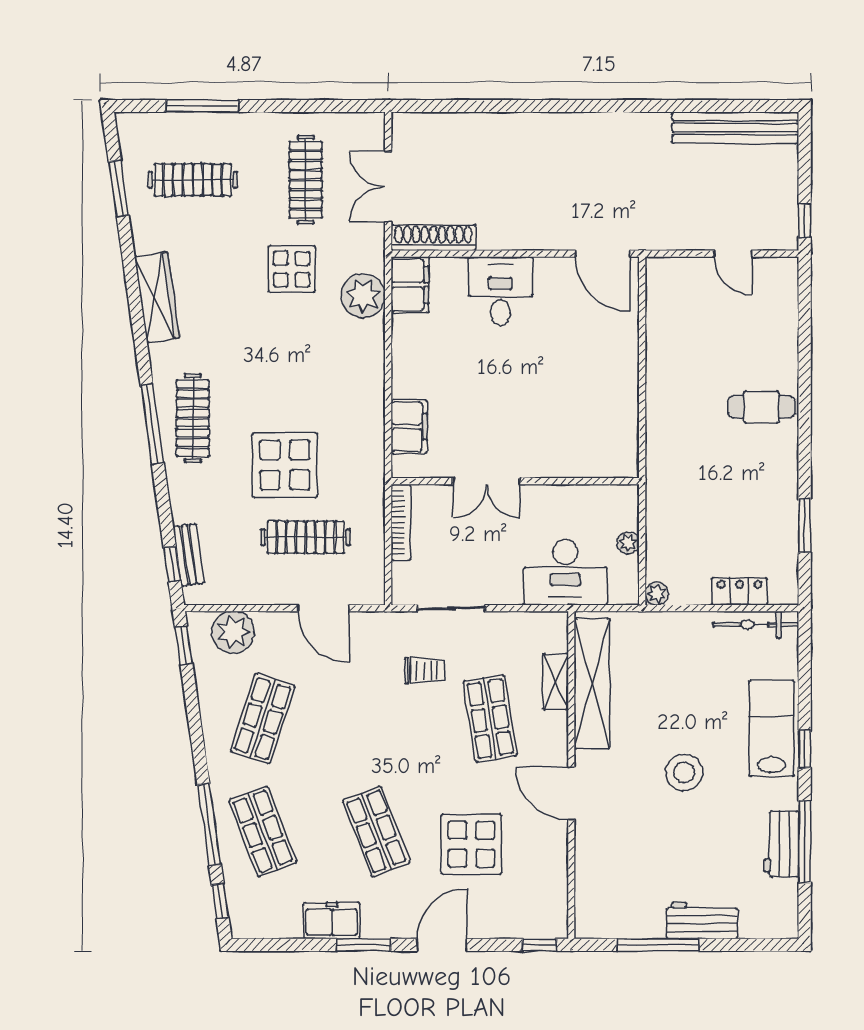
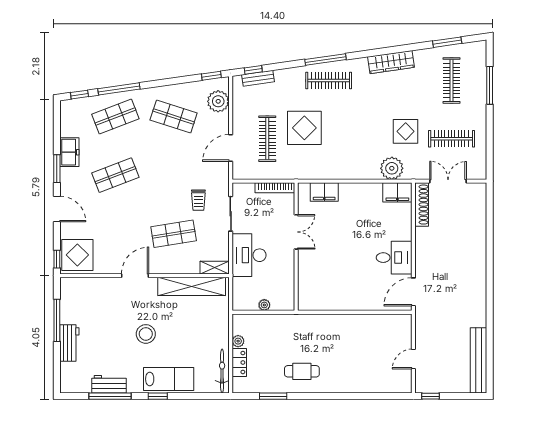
desk: (500, 291) -> (394, 258), moved
cafe table: (761, 407) -> (302, 371), moved, turned 90
double door: (486, 481) -> (296, 232), swing flipped
desk: (565, 572) -> (249, 255), moved
plant: (657, 594) -> (238, 341), moved
shelving: (556, 682) -> (215, 268), moved
display table: (471, 844) -> (77, 255), moved

